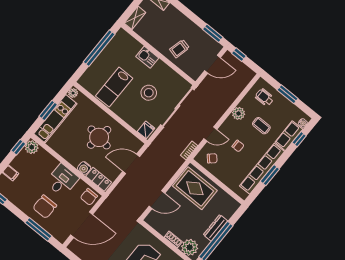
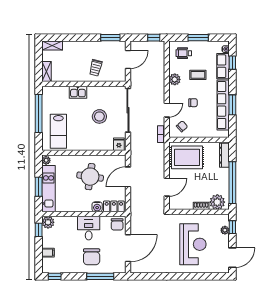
window: (239, 55) -> (154, 38), moved
lab bench: (114, 87) -> (58, 131), moved
dresser: (216, 228) -> (224, 155), moved

